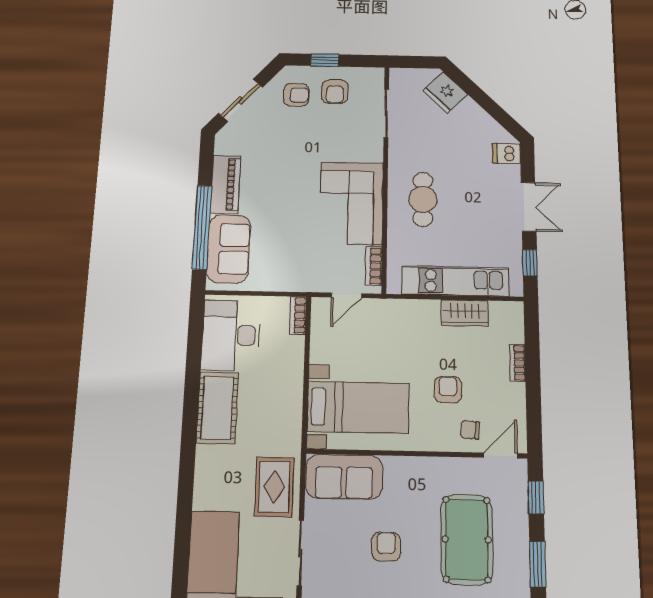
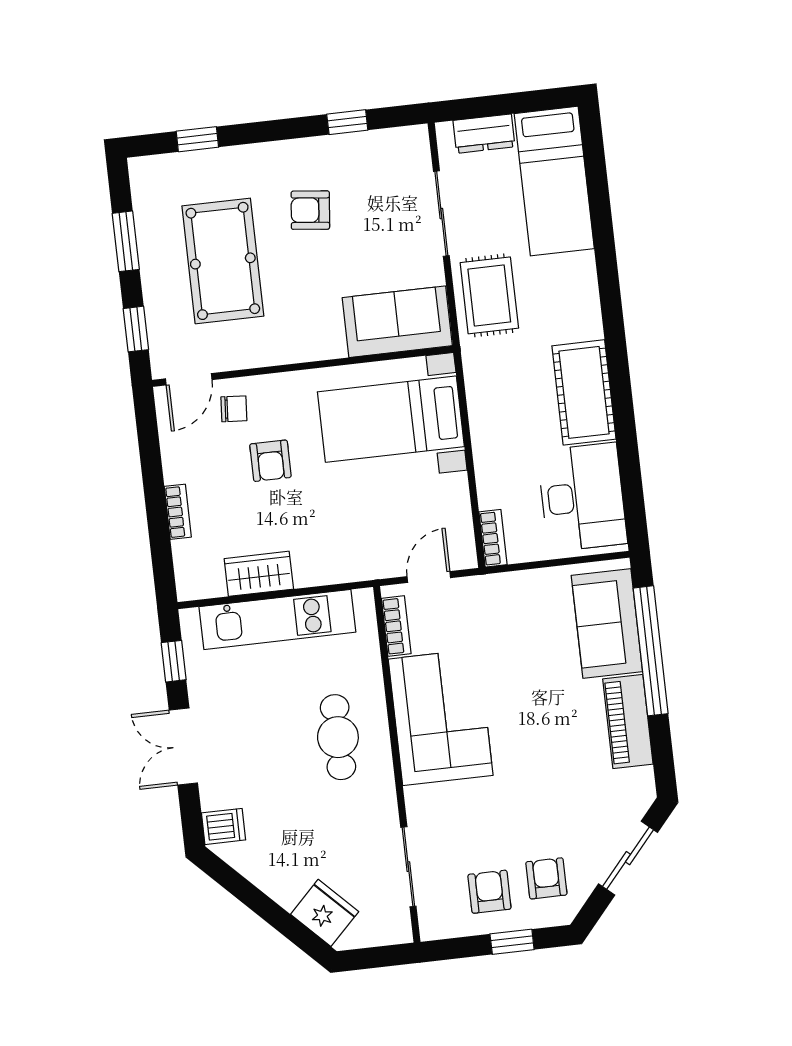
armchair: (296, 95) -> (546, 878), turned 89
armchair: (386, 547) -> (310, 210), moved, turned 96

